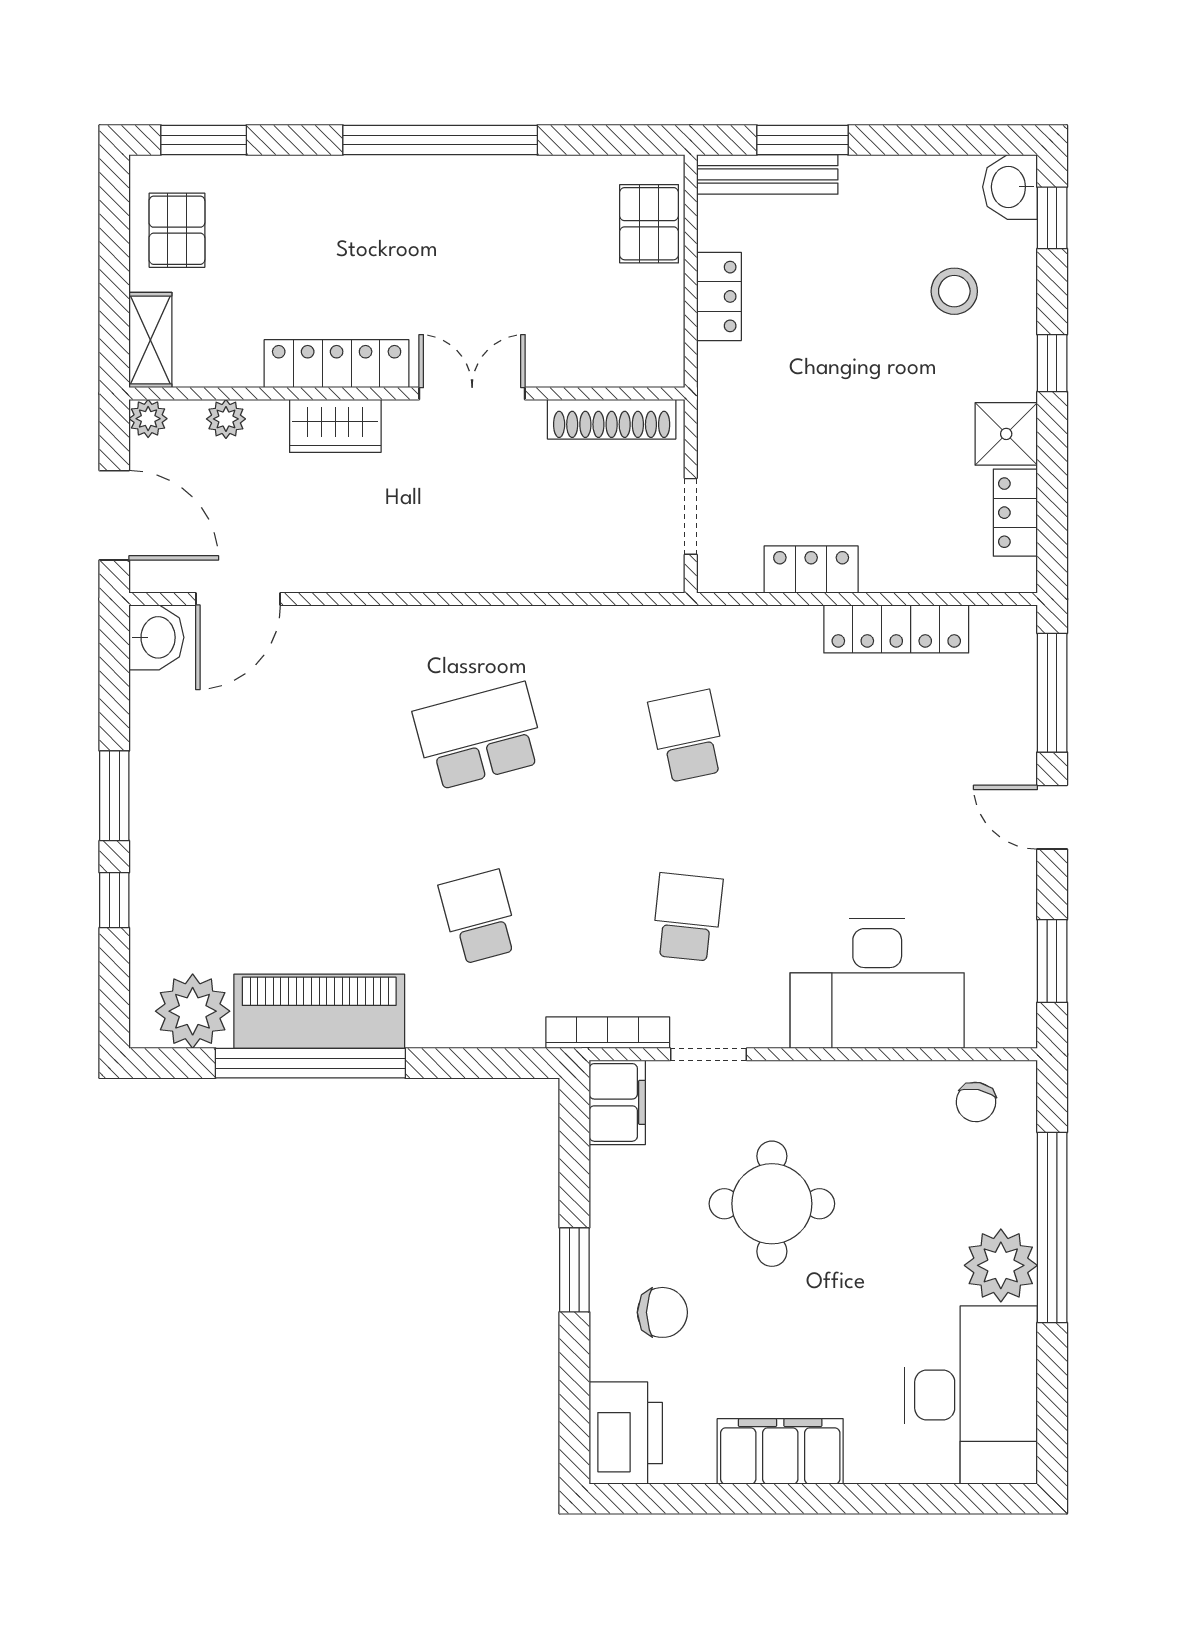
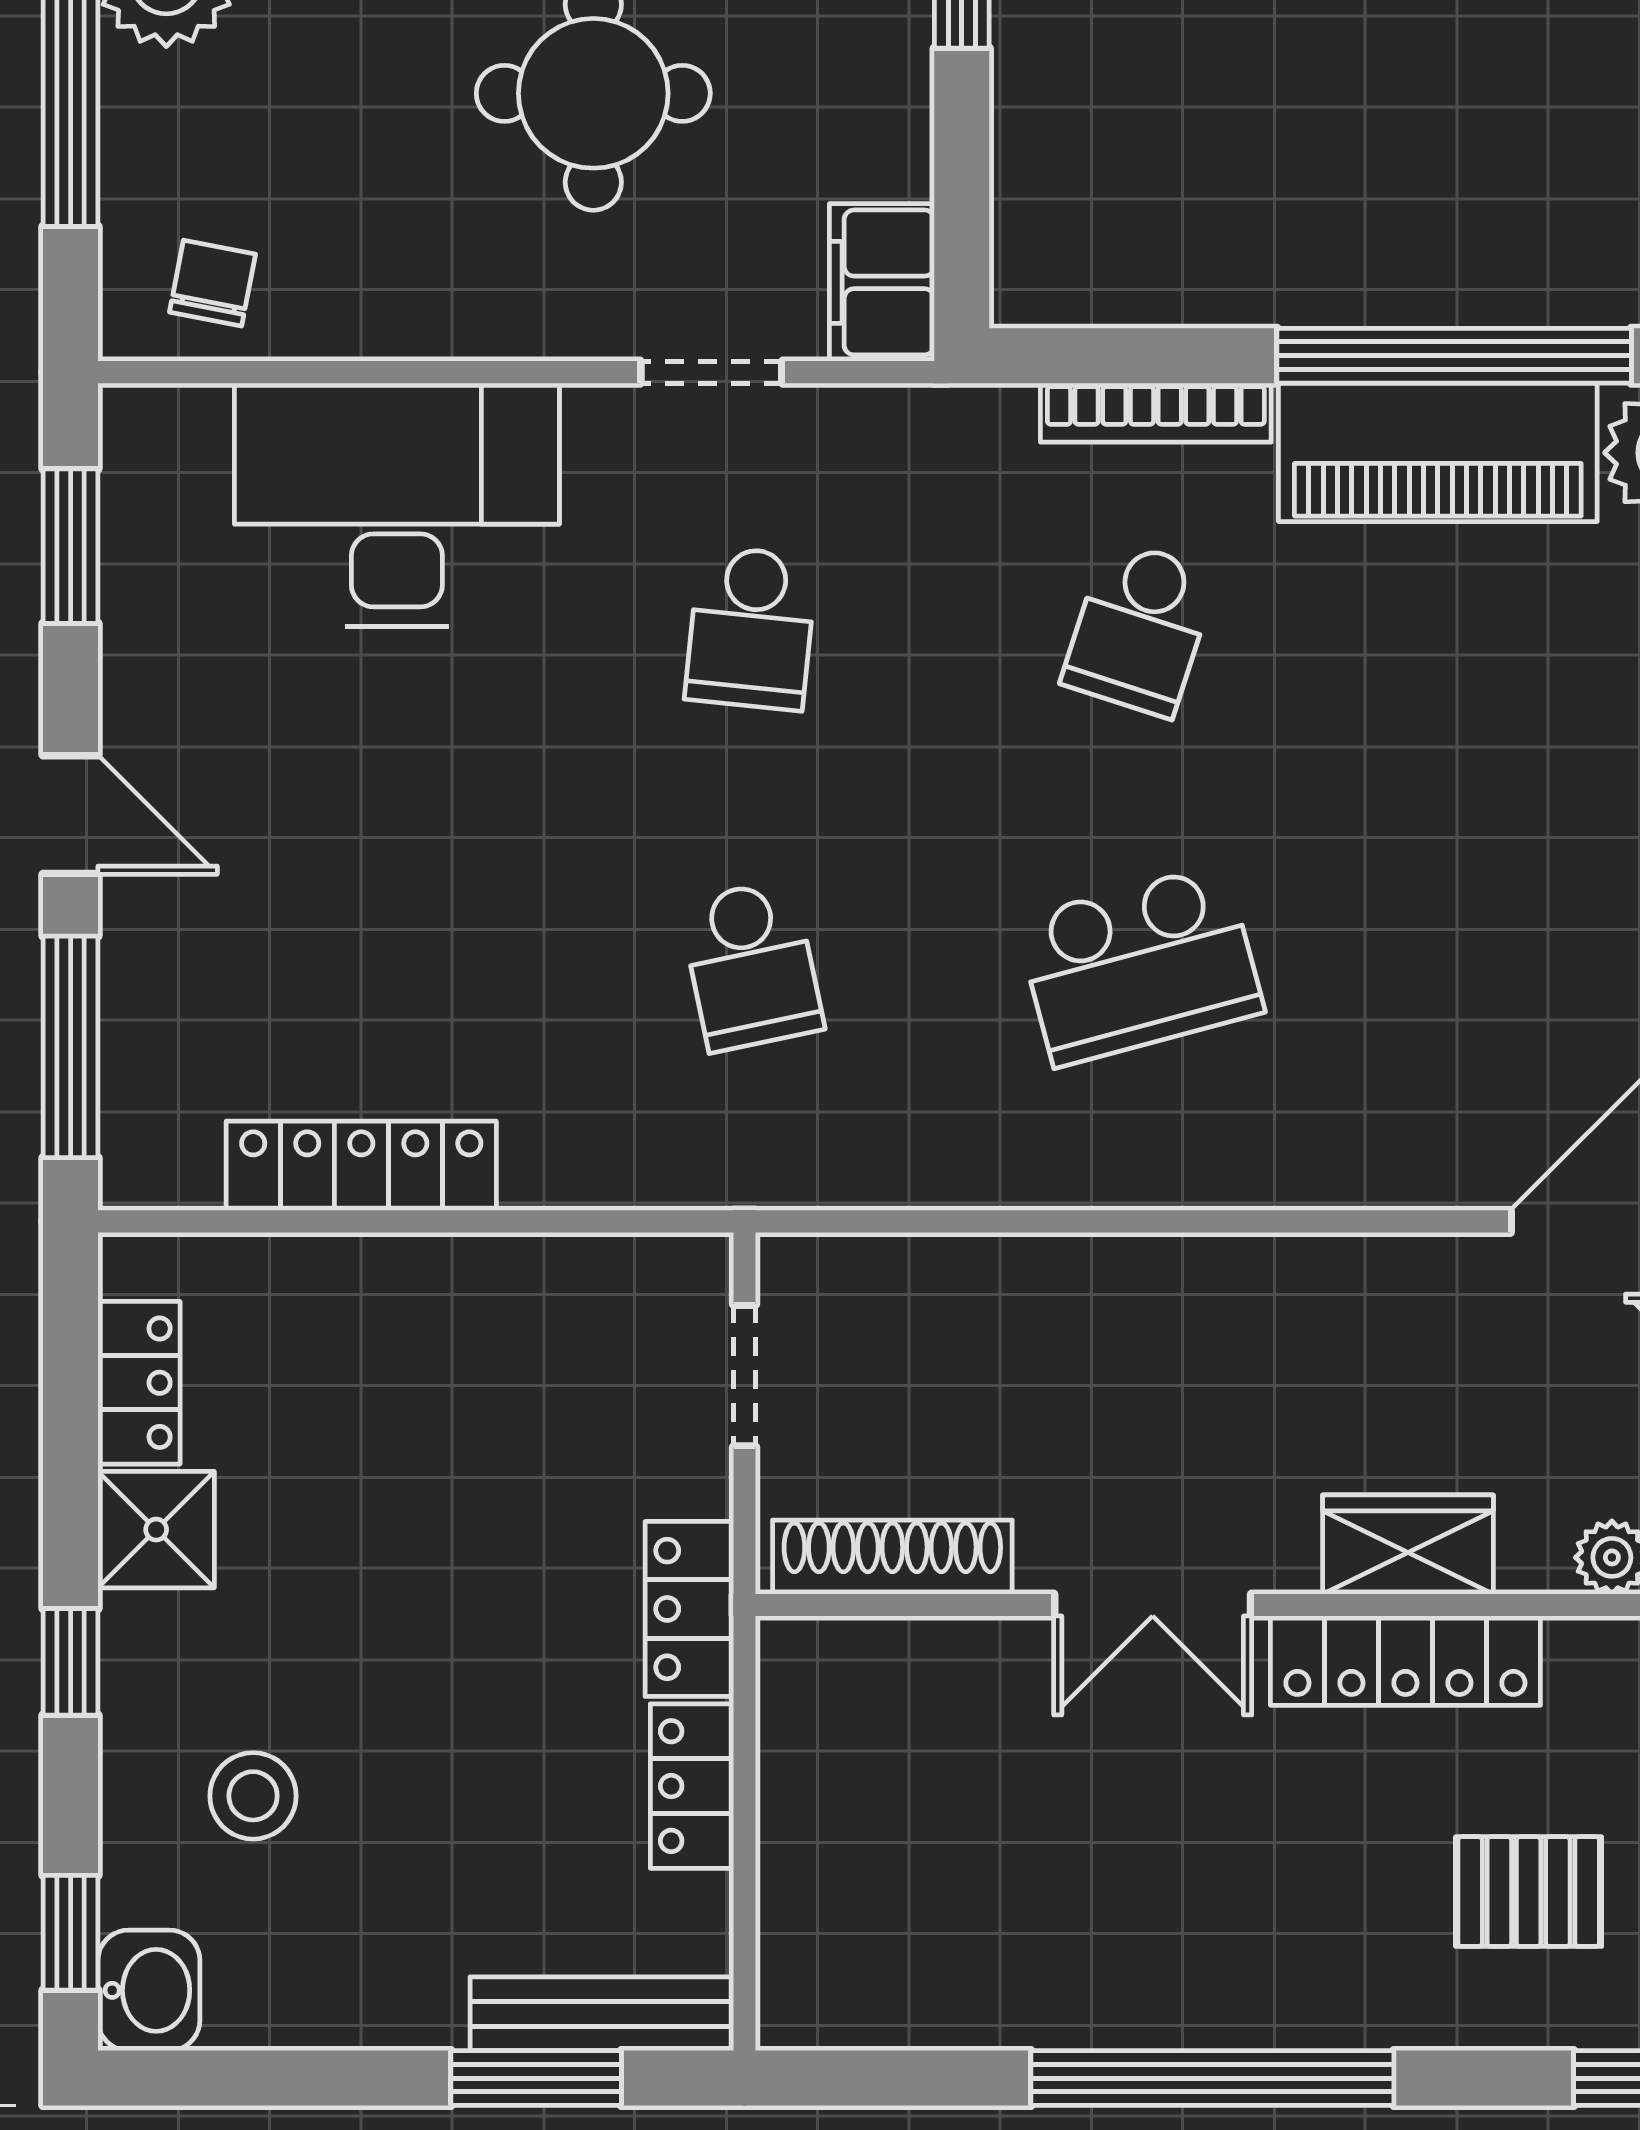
pallet: (649, 224) -> (1529, 1892), moved, turned 90
locker: (811, 570) -> (689, 1609), moved, turned 90
school desk: (479, 917) -> (1140, 628), turned 33
bookcase: (608, 1033) -> (1156, 413), moved

